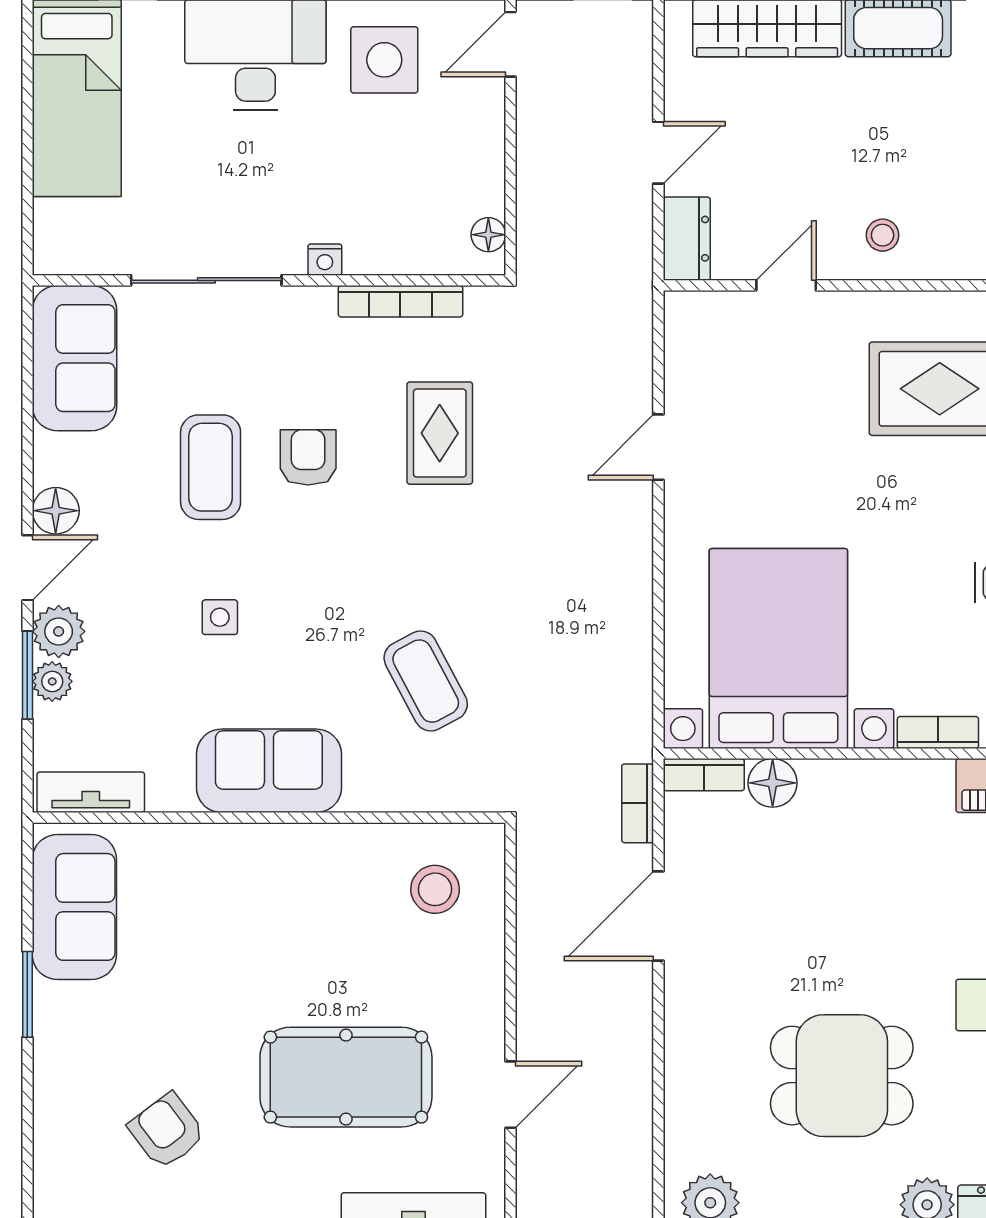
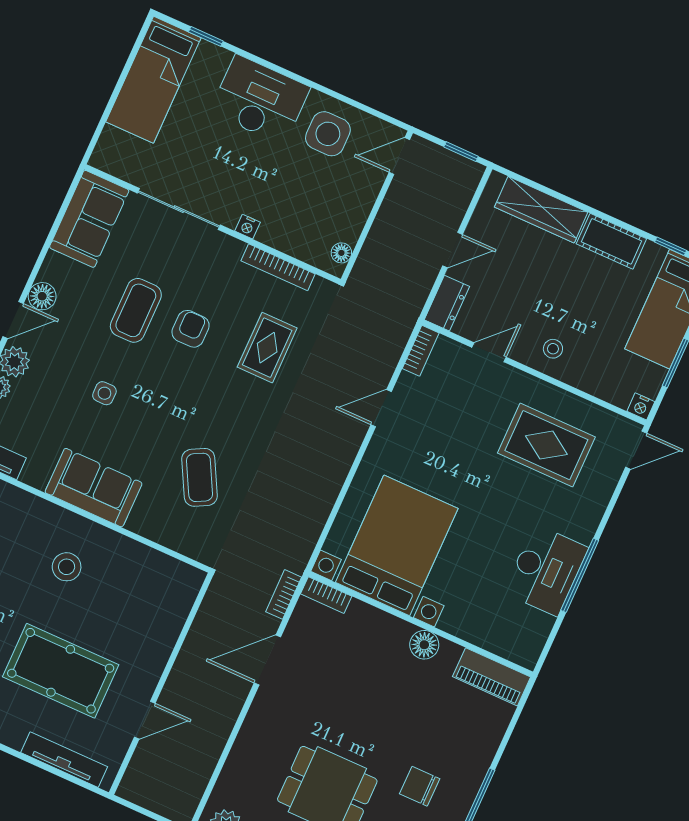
bookcase: (938, 732) -> (421, 351), moved, turned 90
floor lamp: (773, 783) -> (424, 645), moved
stool: (435, 889) -> (67, 567), moved

